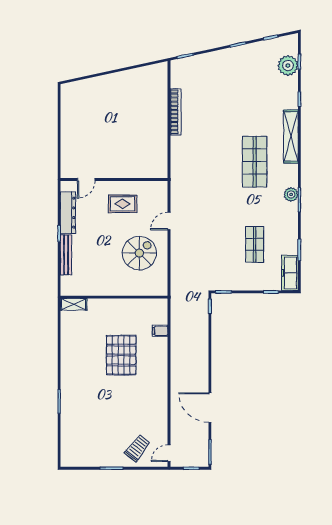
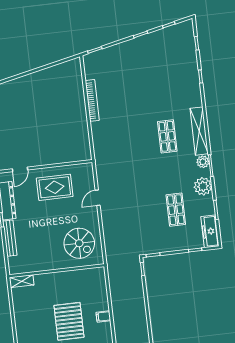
plant: (288, 66) -> (203, 186), moved
shelving: (291, 137) -> (199, 131), moved
shop shelf: (255, 162) -> (167, 136), width x0.70, depth x0.74
rug: (123, 204) -> (55, 187), width x1.36, depth x1.43
spiral stairs: (139, 253) -> (79, 243), moved, turned 90
filing cabinet: (160, 331) -> (103, 317), moved

